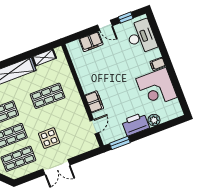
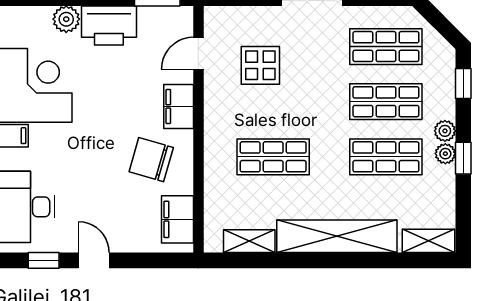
filing cabinet: (91, 42) -> (177, 219), moved, turned -90
chair: (97, 76) -> (151, 160), added
display table: (49, 138) -> (260, 65), moved

